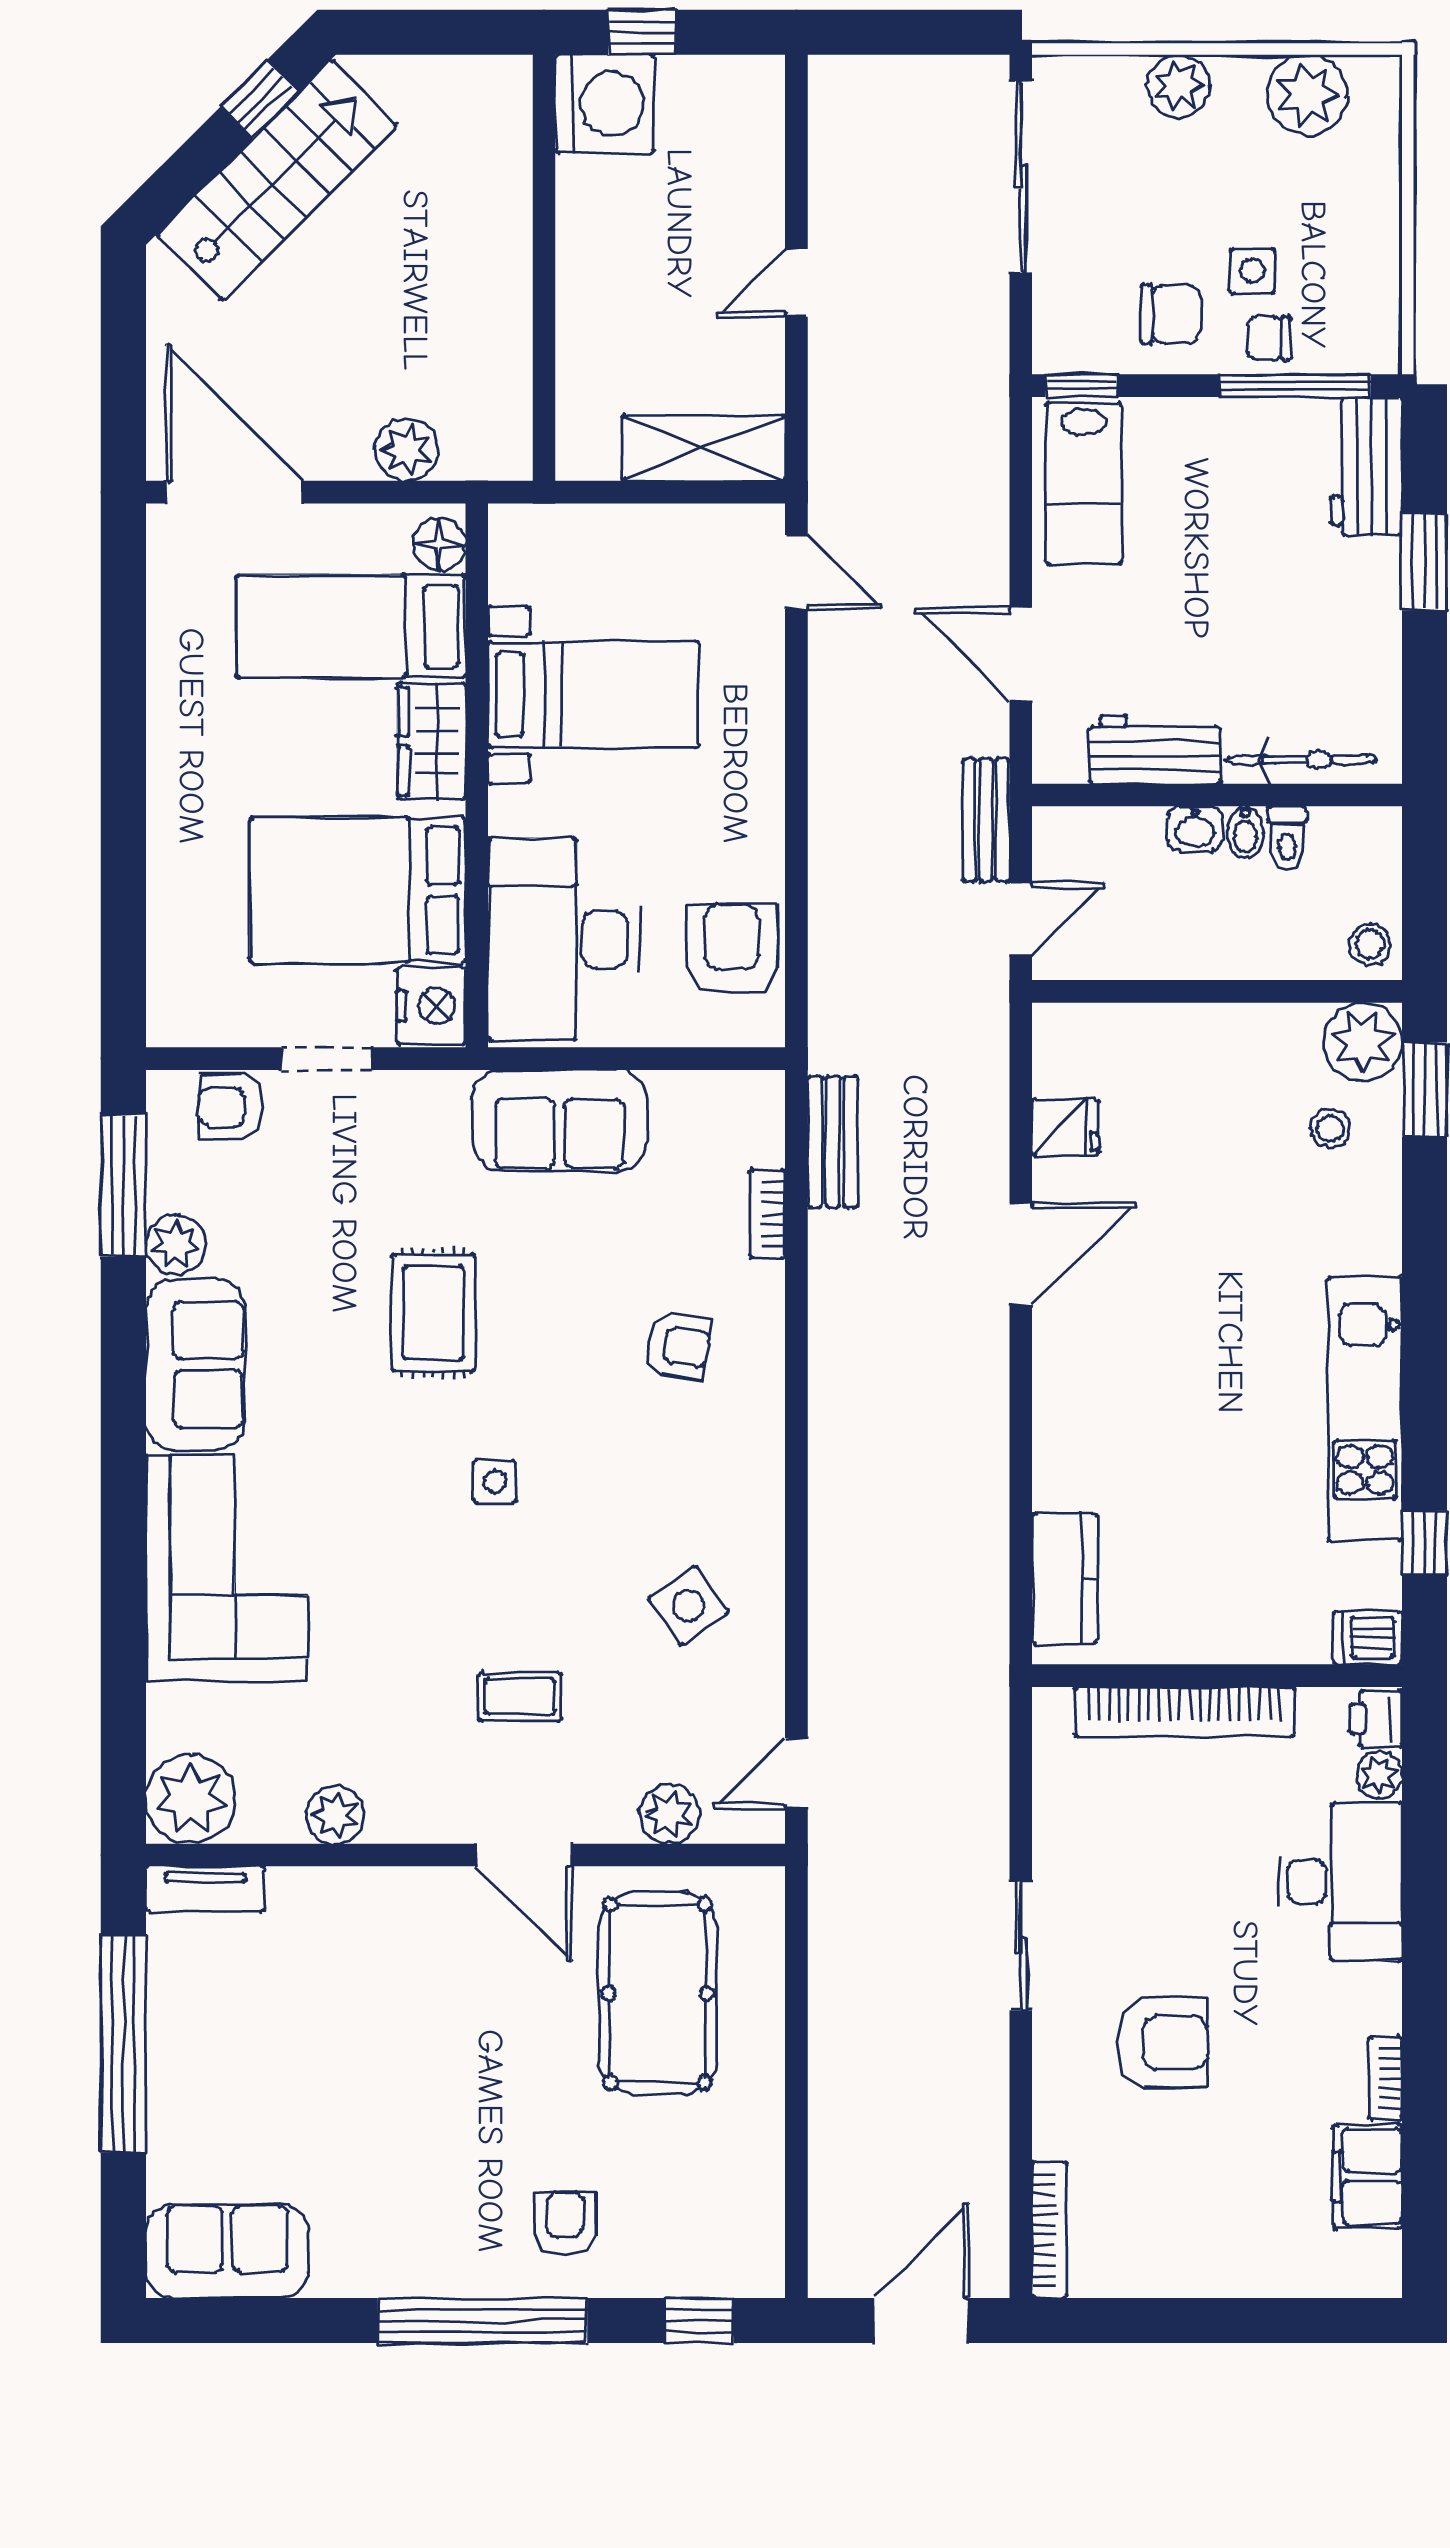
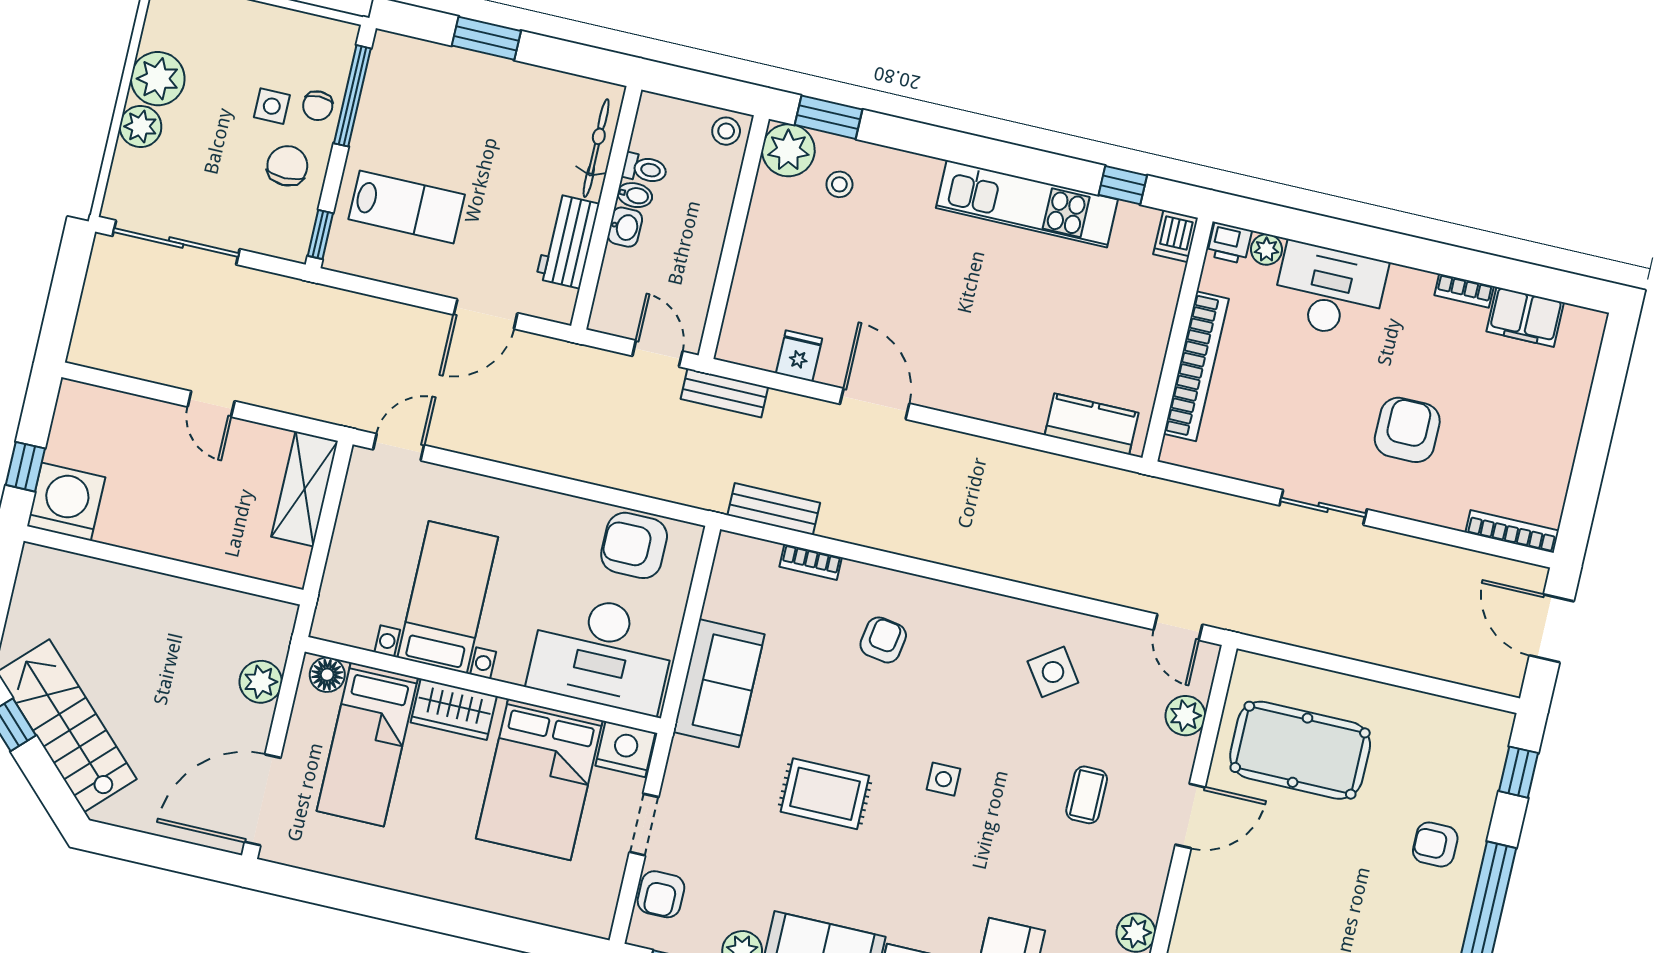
plant: (1308, 95) -> (158, 79), moved
workbench: (1366, 466) -> (415, 62), removed
lab bench: (1084, 483) -> (407, 207), moved
bench: (986, 820) -> (724, 393), moved

